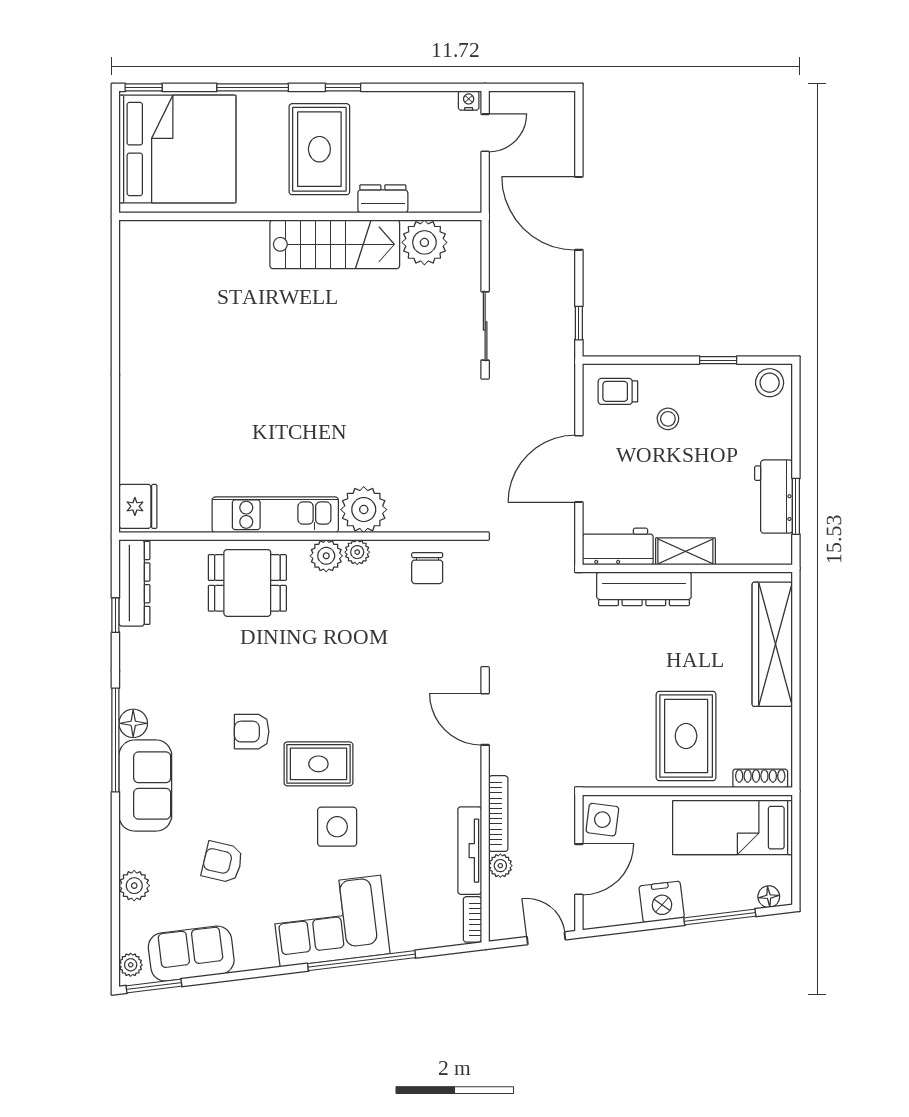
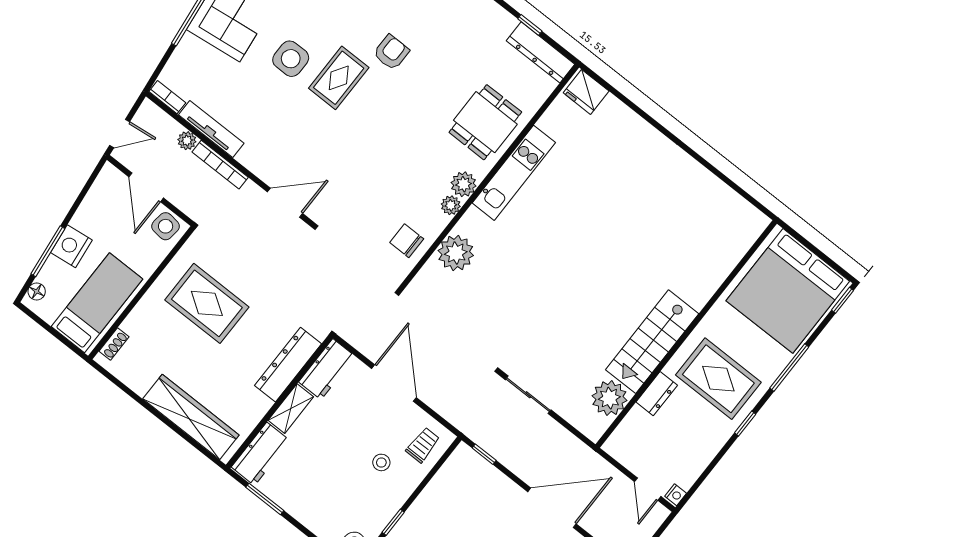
workbench: (774, 497) -> (261, 454), moved, turned 90
plant: (364, 510) -> (456, 253), moved
rug: (686, 736) -> (207, 303), moved
shoe rack: (760, 778) -> (114, 344), width x0.70
nightstand: (662, 902) -> (71, 246), moved

